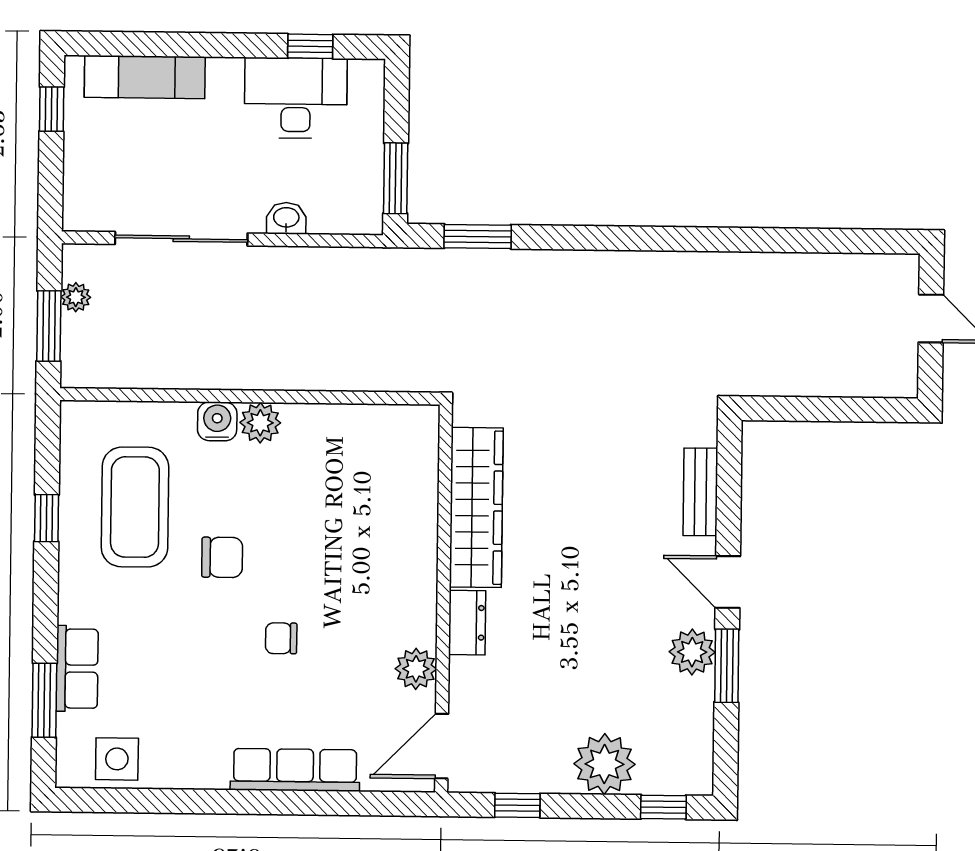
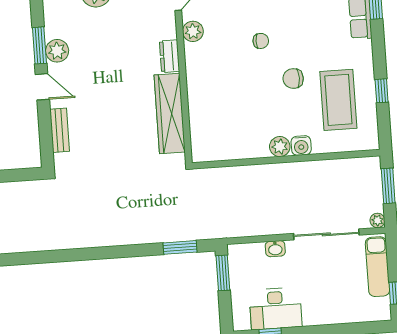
exam couch: (145, 77) -> (378, 267), moved, turned -90
plant: (76, 297) -> (377, 220), moved

